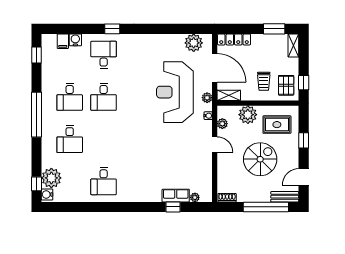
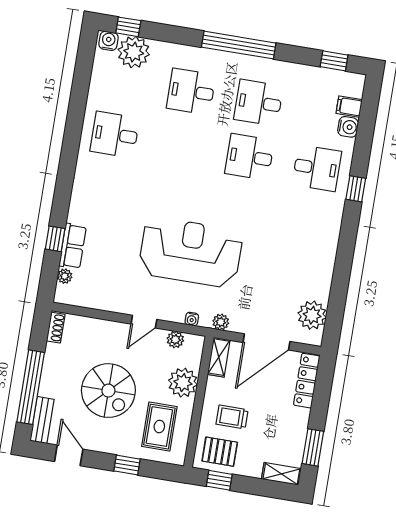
reception desk: (175, 92) -> (191, 252), moved

